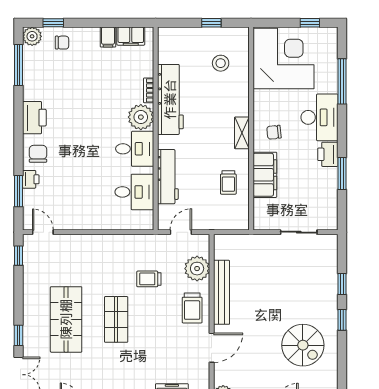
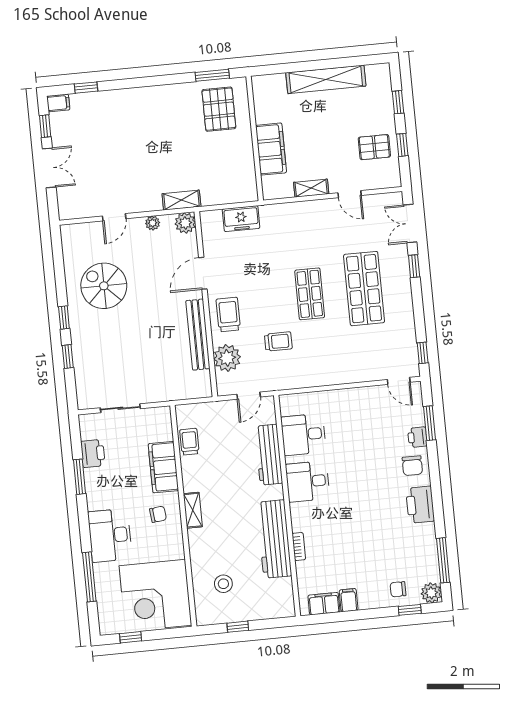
plant: (141, 117) -> (304, 517), removed
printer: (328, 154) -> (93, 453), moved
trolley: (228, 182) -> (189, 442), moved

